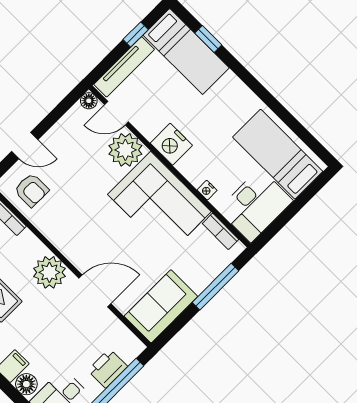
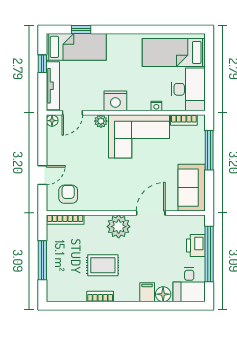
plant: (125, 150) -> (101, 121), width x0.53, depth x0.53
armchair: (31, 190) -> (68, 194), turned -90

